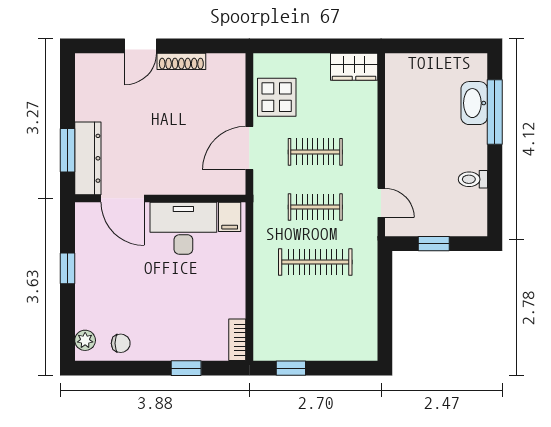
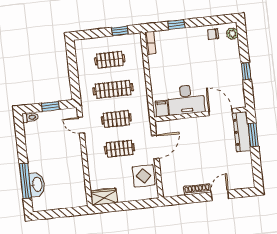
toilet: (473, 179) -> (30, 117), moved
clothes rail: (315, 317) -> (110, 60), added

